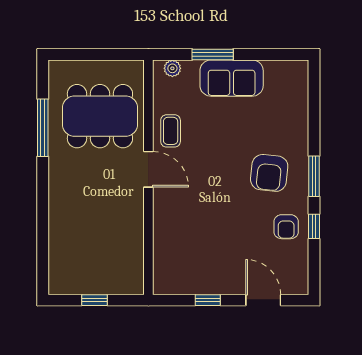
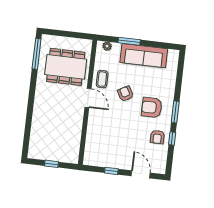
sofa: (232, 78) -> (144, 56), width x1.36
window: (43, 128) -> (37, 54), moved
armchair: (217, 153) -> (125, 94), added
armchair: (269, 173) -> (152, 107), turned 84

